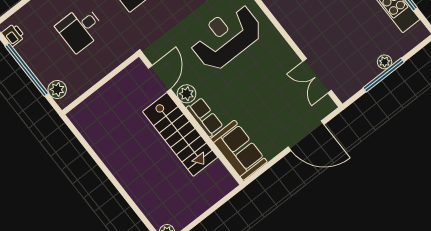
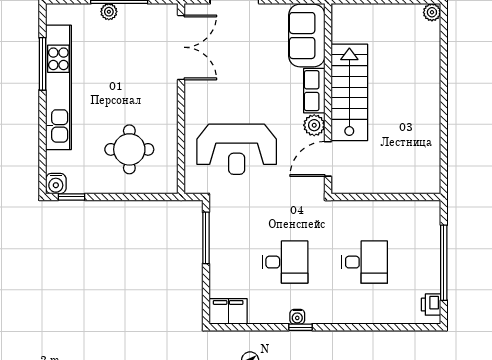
double door: (317, 76) -> (181, 47), width x1.37
plant: (57, 90) -> (430, 222), removed

